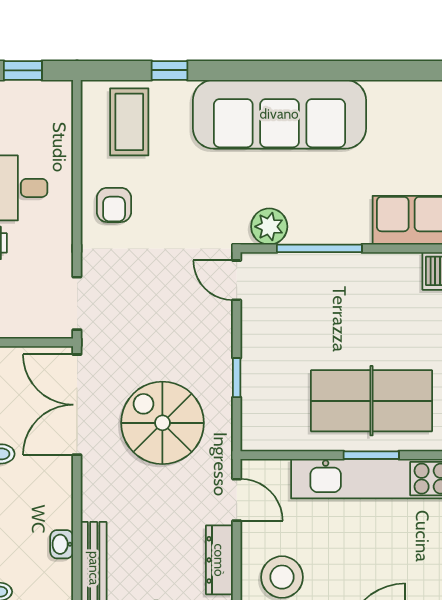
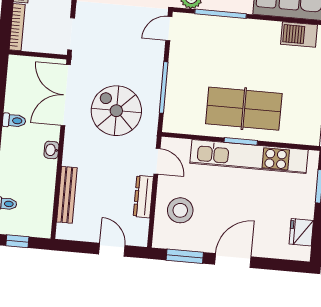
door: (237, 280) -> (169, 29), hinge flipped
window: (237, 378) -> (164, 87), width x2.17
washbasin: (62, 544) -> (51, 150), moved

